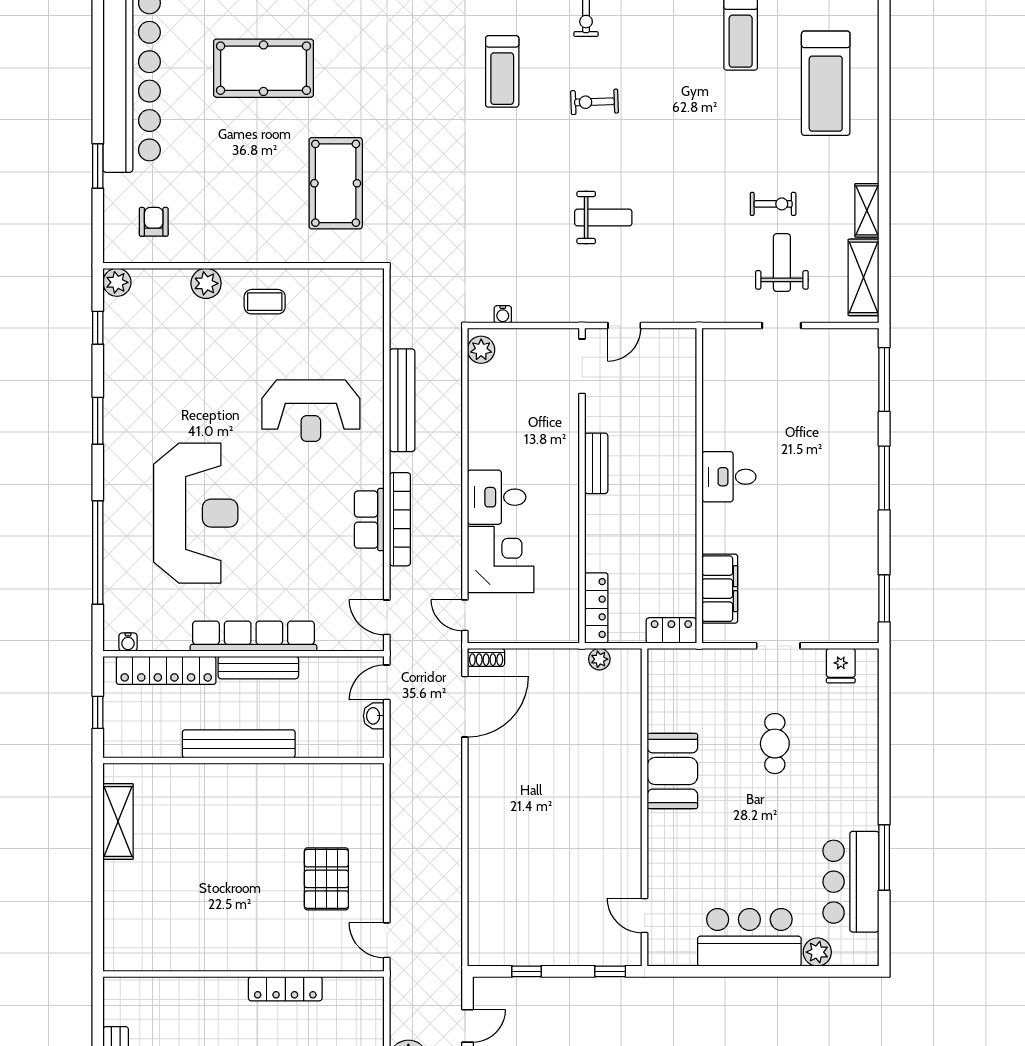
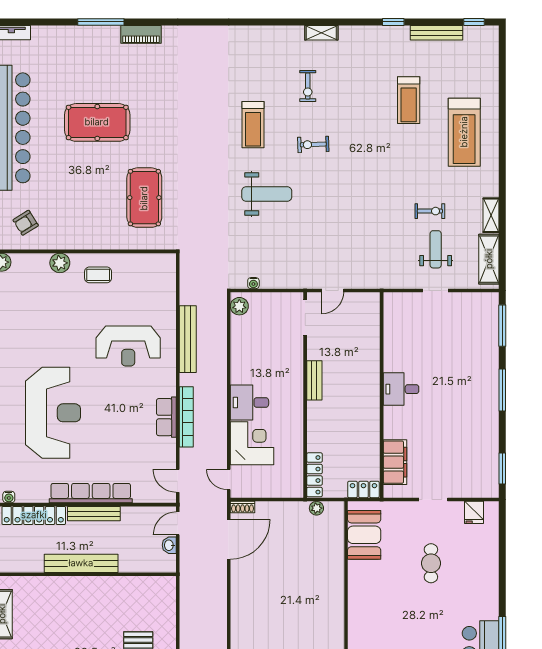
weight bench: (603, 218) -> (267, 194), moved, width x1.36, depth x1.33
armchair: (154, 222) -> (26, 223), turned -122
booth: (672, 771) -> (364, 535), moved

